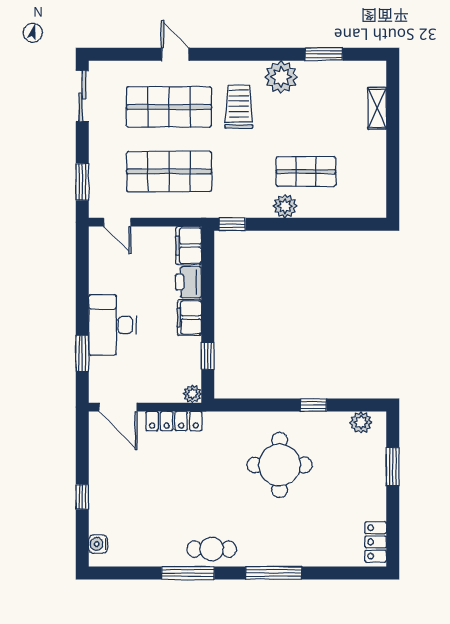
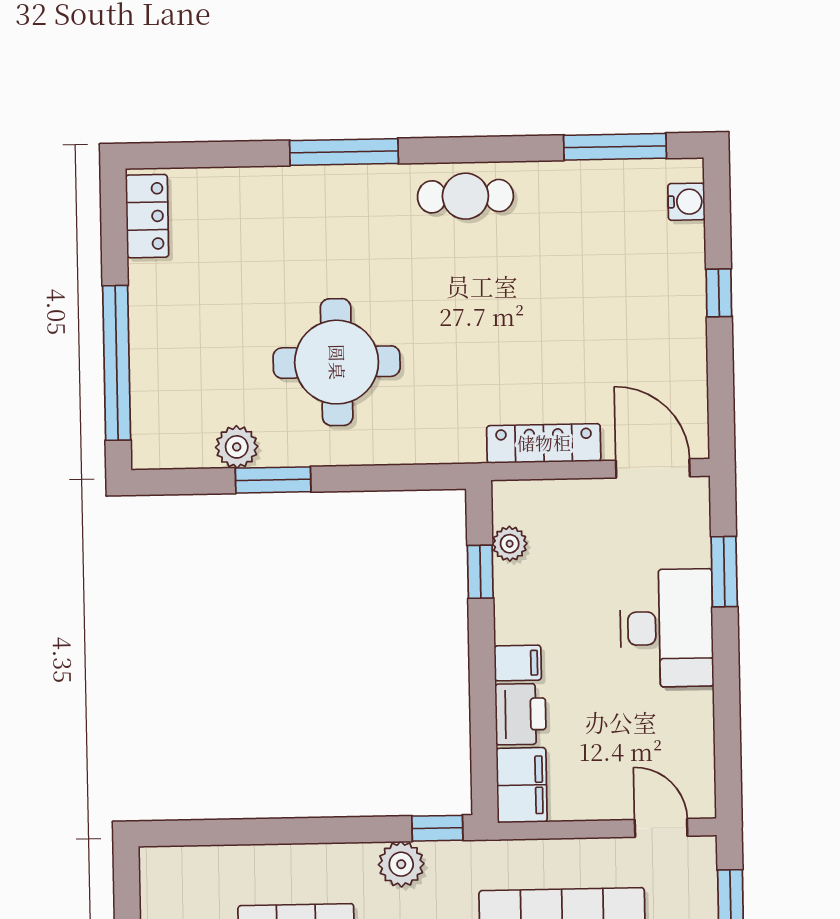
plant: (285, 206) -> (401, 864), moved
filing cabinet: (189, 317) -> (518, 663), width x0.50
plant: (192, 394) -> (510, 544), moved
window: (313, 405) -> (273, 480), width x1.50
plant: (361, 422) -> (237, 447), moved
window: (393, 467) -> (117, 363), width x2.11
window: (188, 573) -> (615, 147), moved

